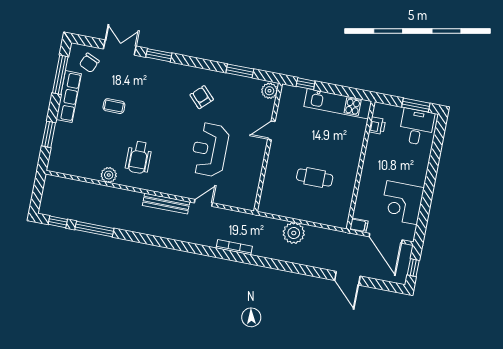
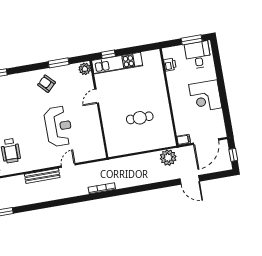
armchair: (202, 97) -> (47, 84), moved
kitchen unit: (338, 104) -> (117, 63), moved
reception desk: (210, 150) -> (58, 126), turned 180
corner desk: (402, 203) -> (205, 96), moved
plant: (294, 233) -> (168, 158), moved
door: (386, 238) -> (206, 142), hinge flipped

